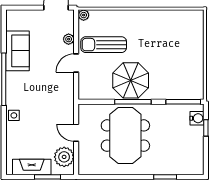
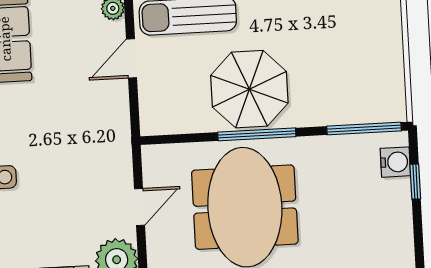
door: (76, 133) -> (140, 207), swing flipped

